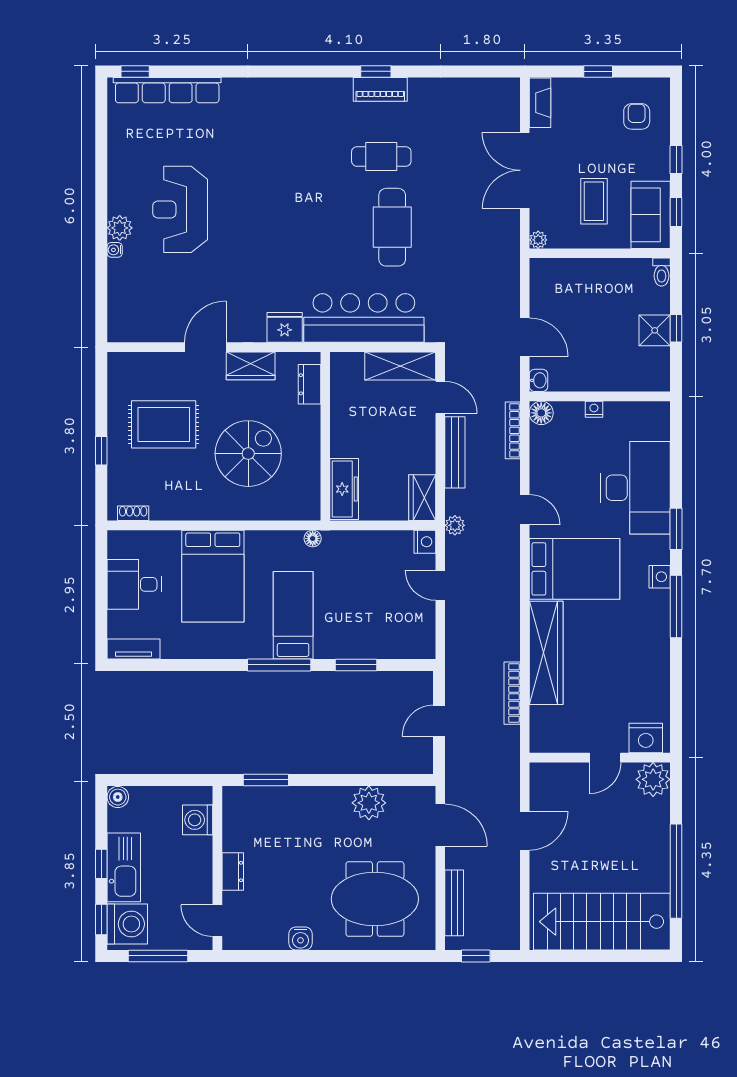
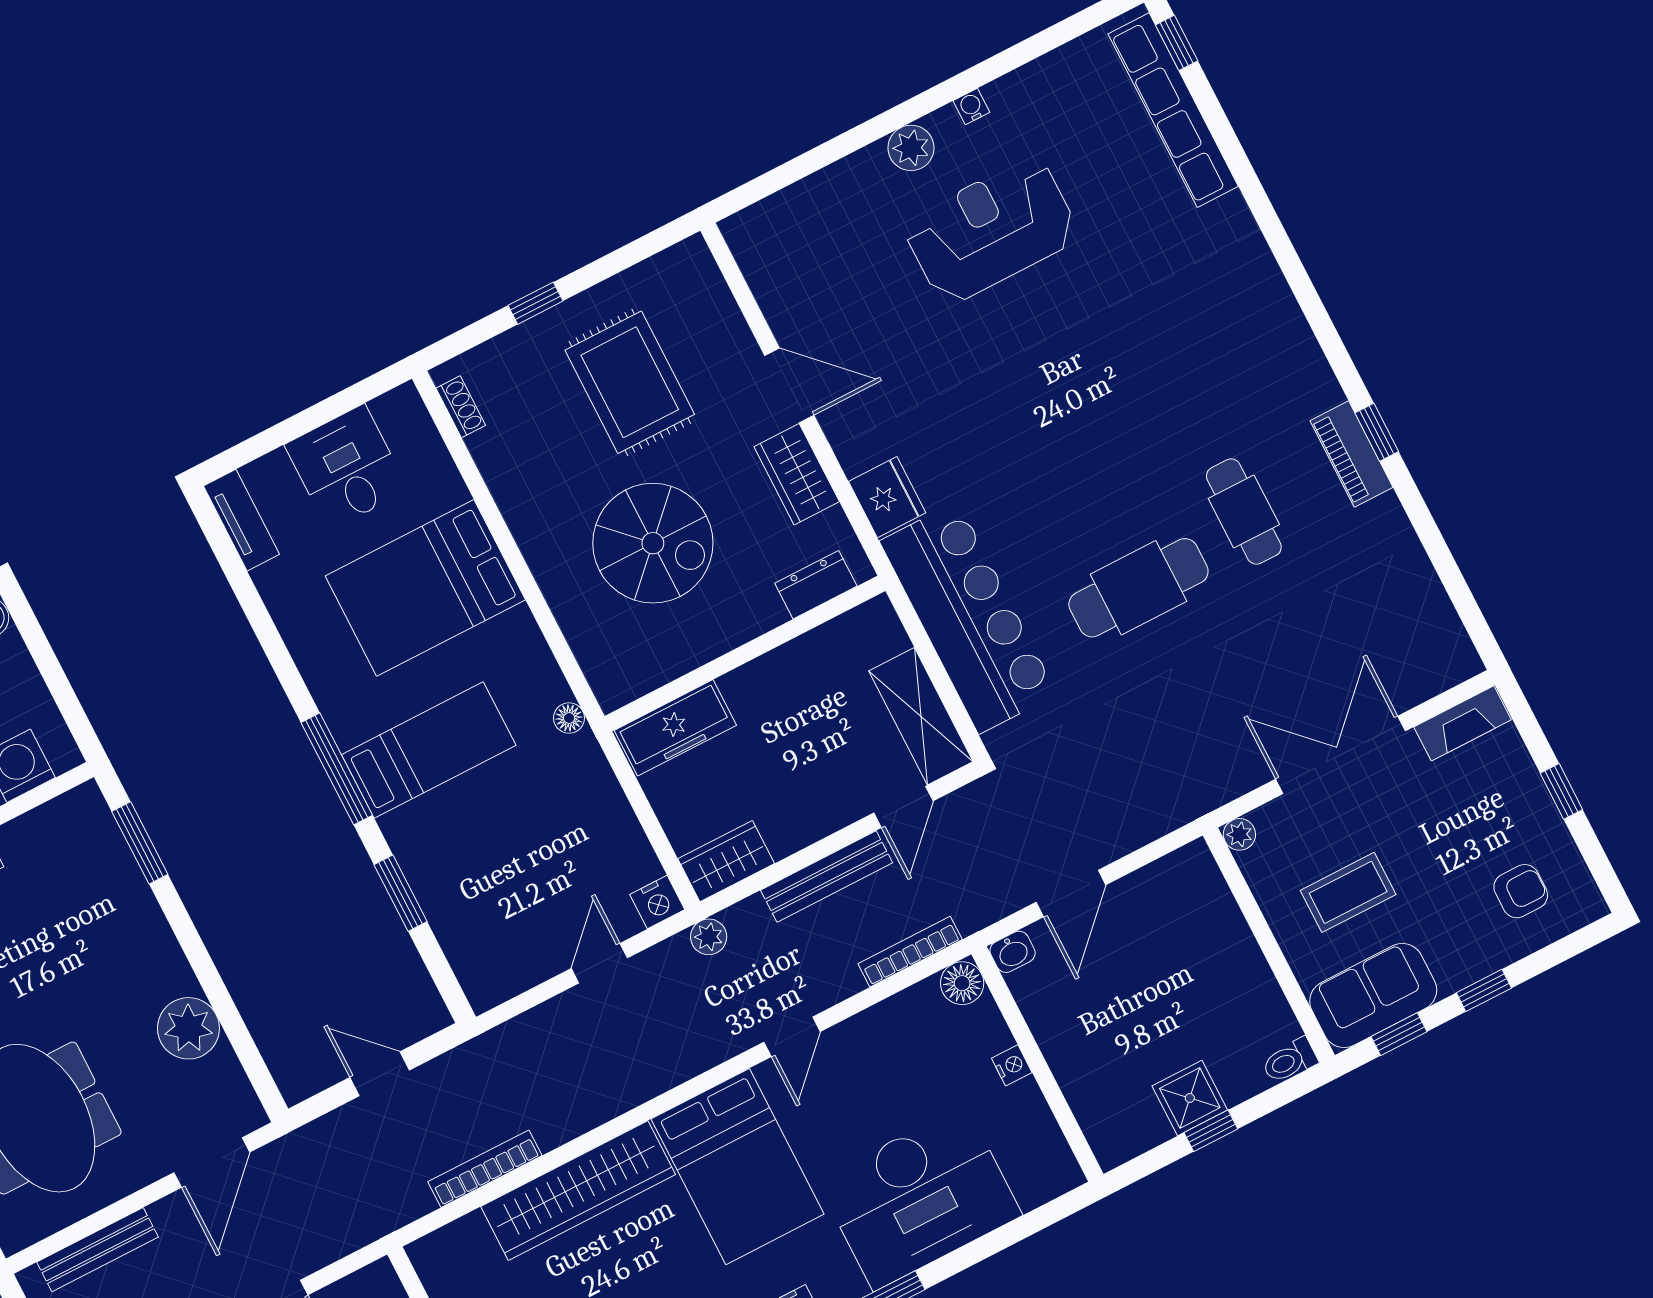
water cooler: (115, 250) -> (971, 107), moved

